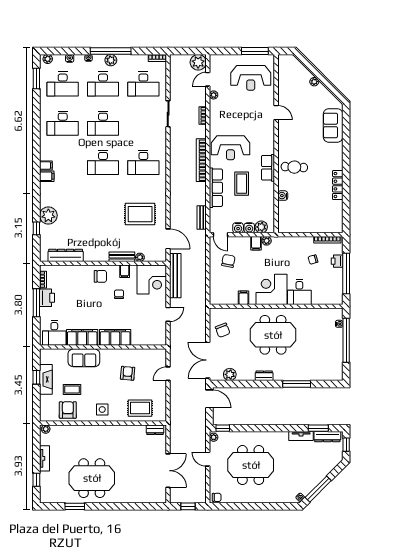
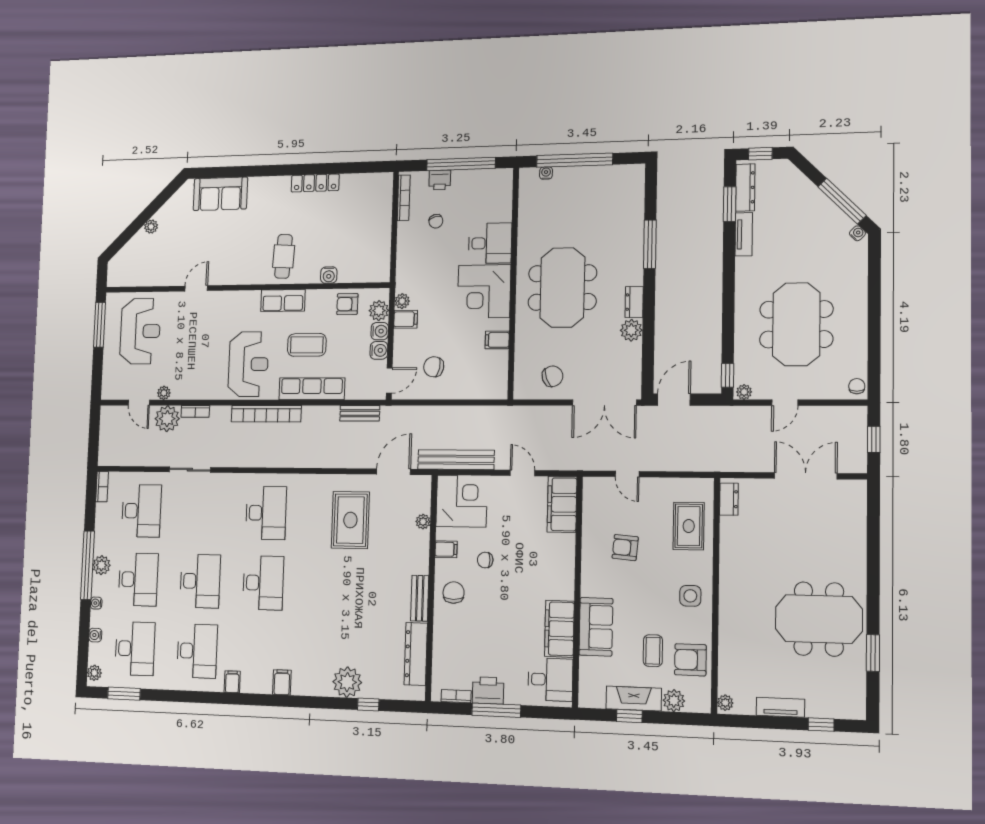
plant: (198, 62) -> (167, 419), moved
filing cabinet: (46, 165) -> (232, 682), moved
armchair: (265, 208) -> (347, 304), added
bench: (122, 257) -> (420, 598), moved
filing cabinet: (115, 337) -> (562, 504), moved
plant: (230, 374) -> (631, 330), moved
plant: (46, 401) -> (674, 701), added
meeting table: (92, 478) -> (819, 619), turned 90

